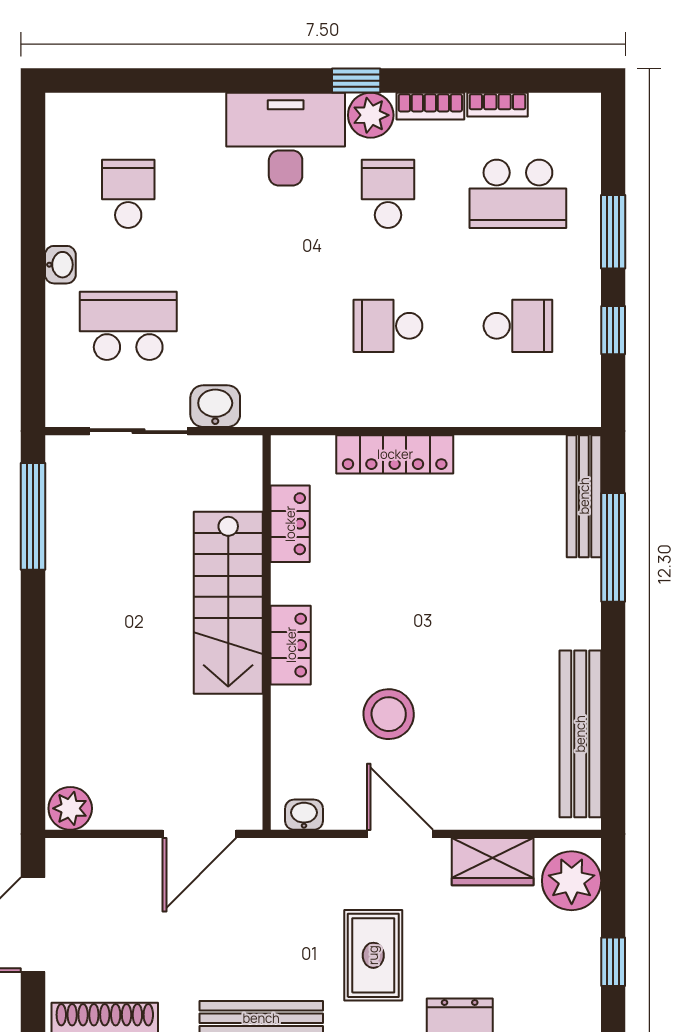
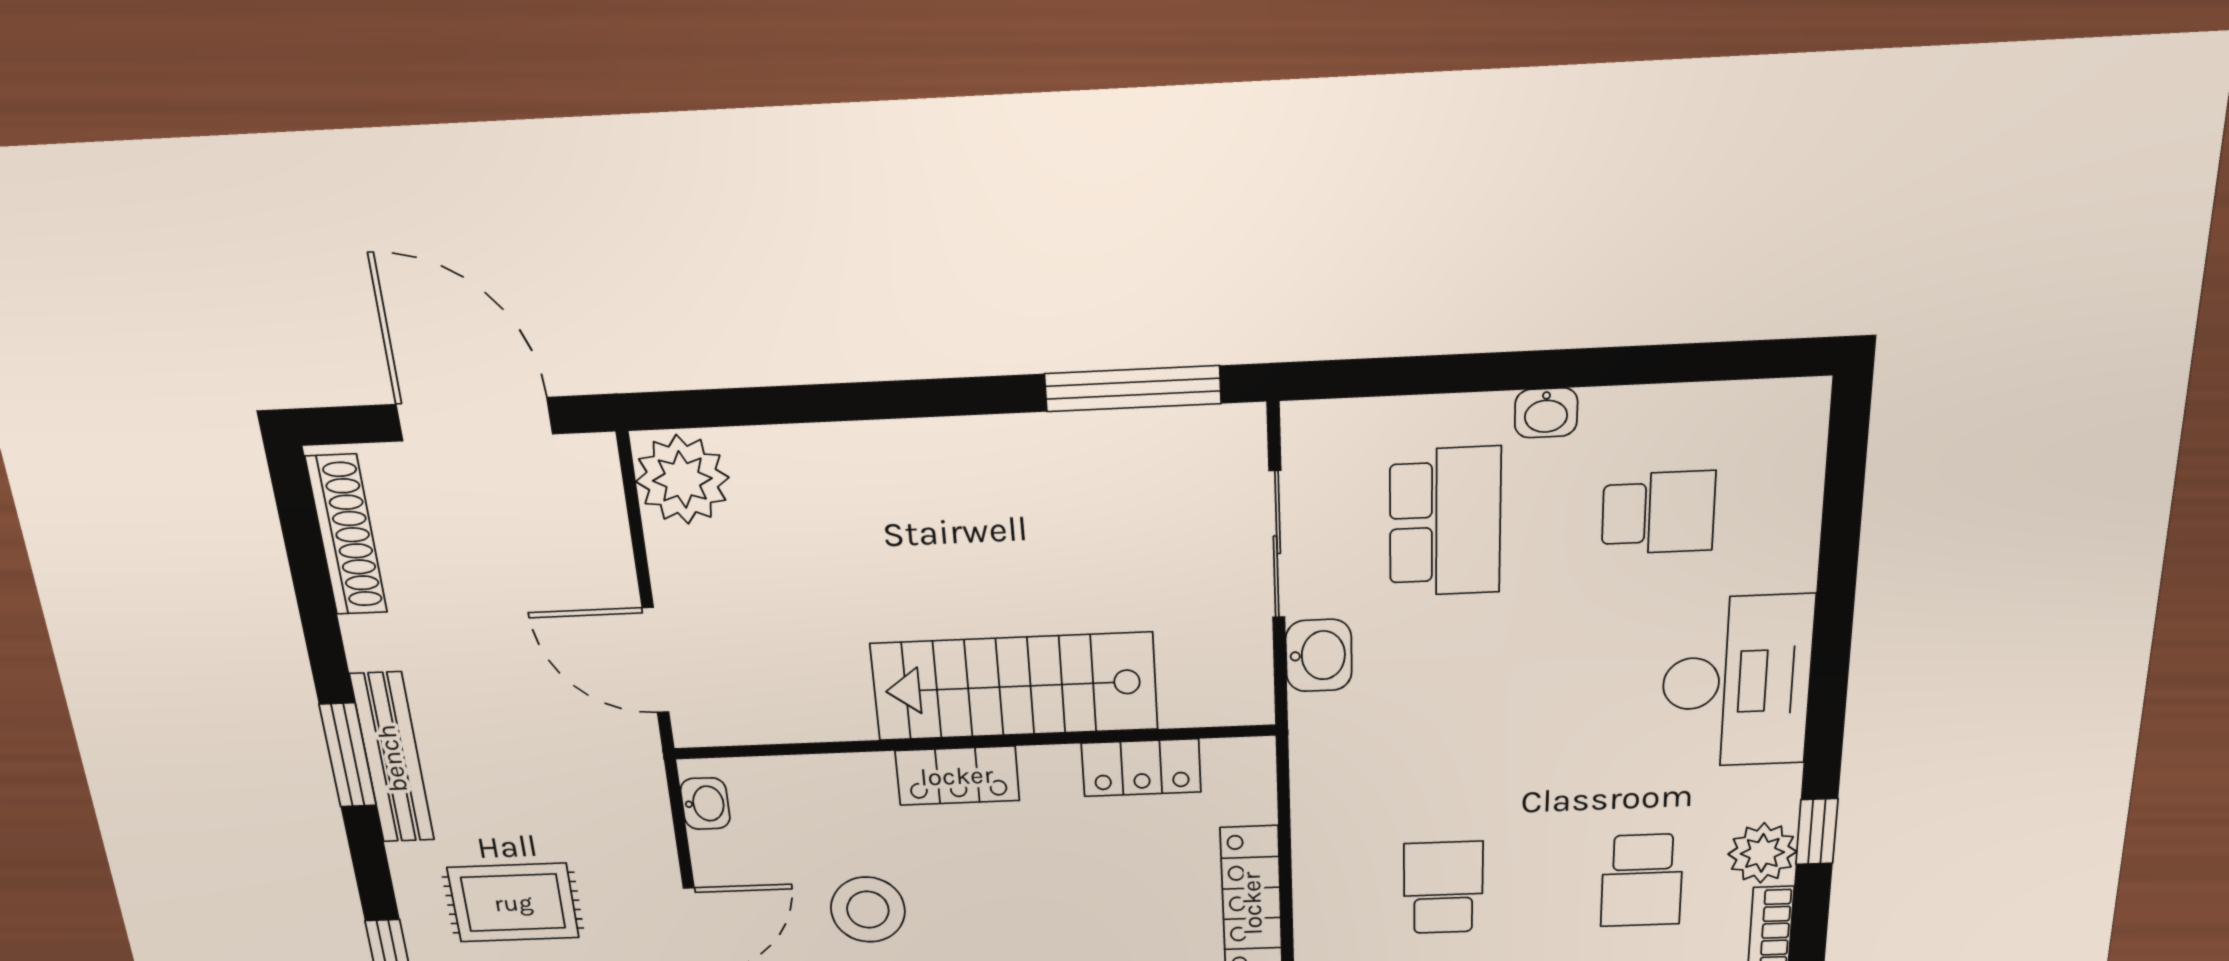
desk: (286, 139) -> (1736, 682), moved
school desk: (388, 194) -> (1642, 880), turned 90
plant: (70, 808) -> (682, 480), width x1.36, depth x1.36

